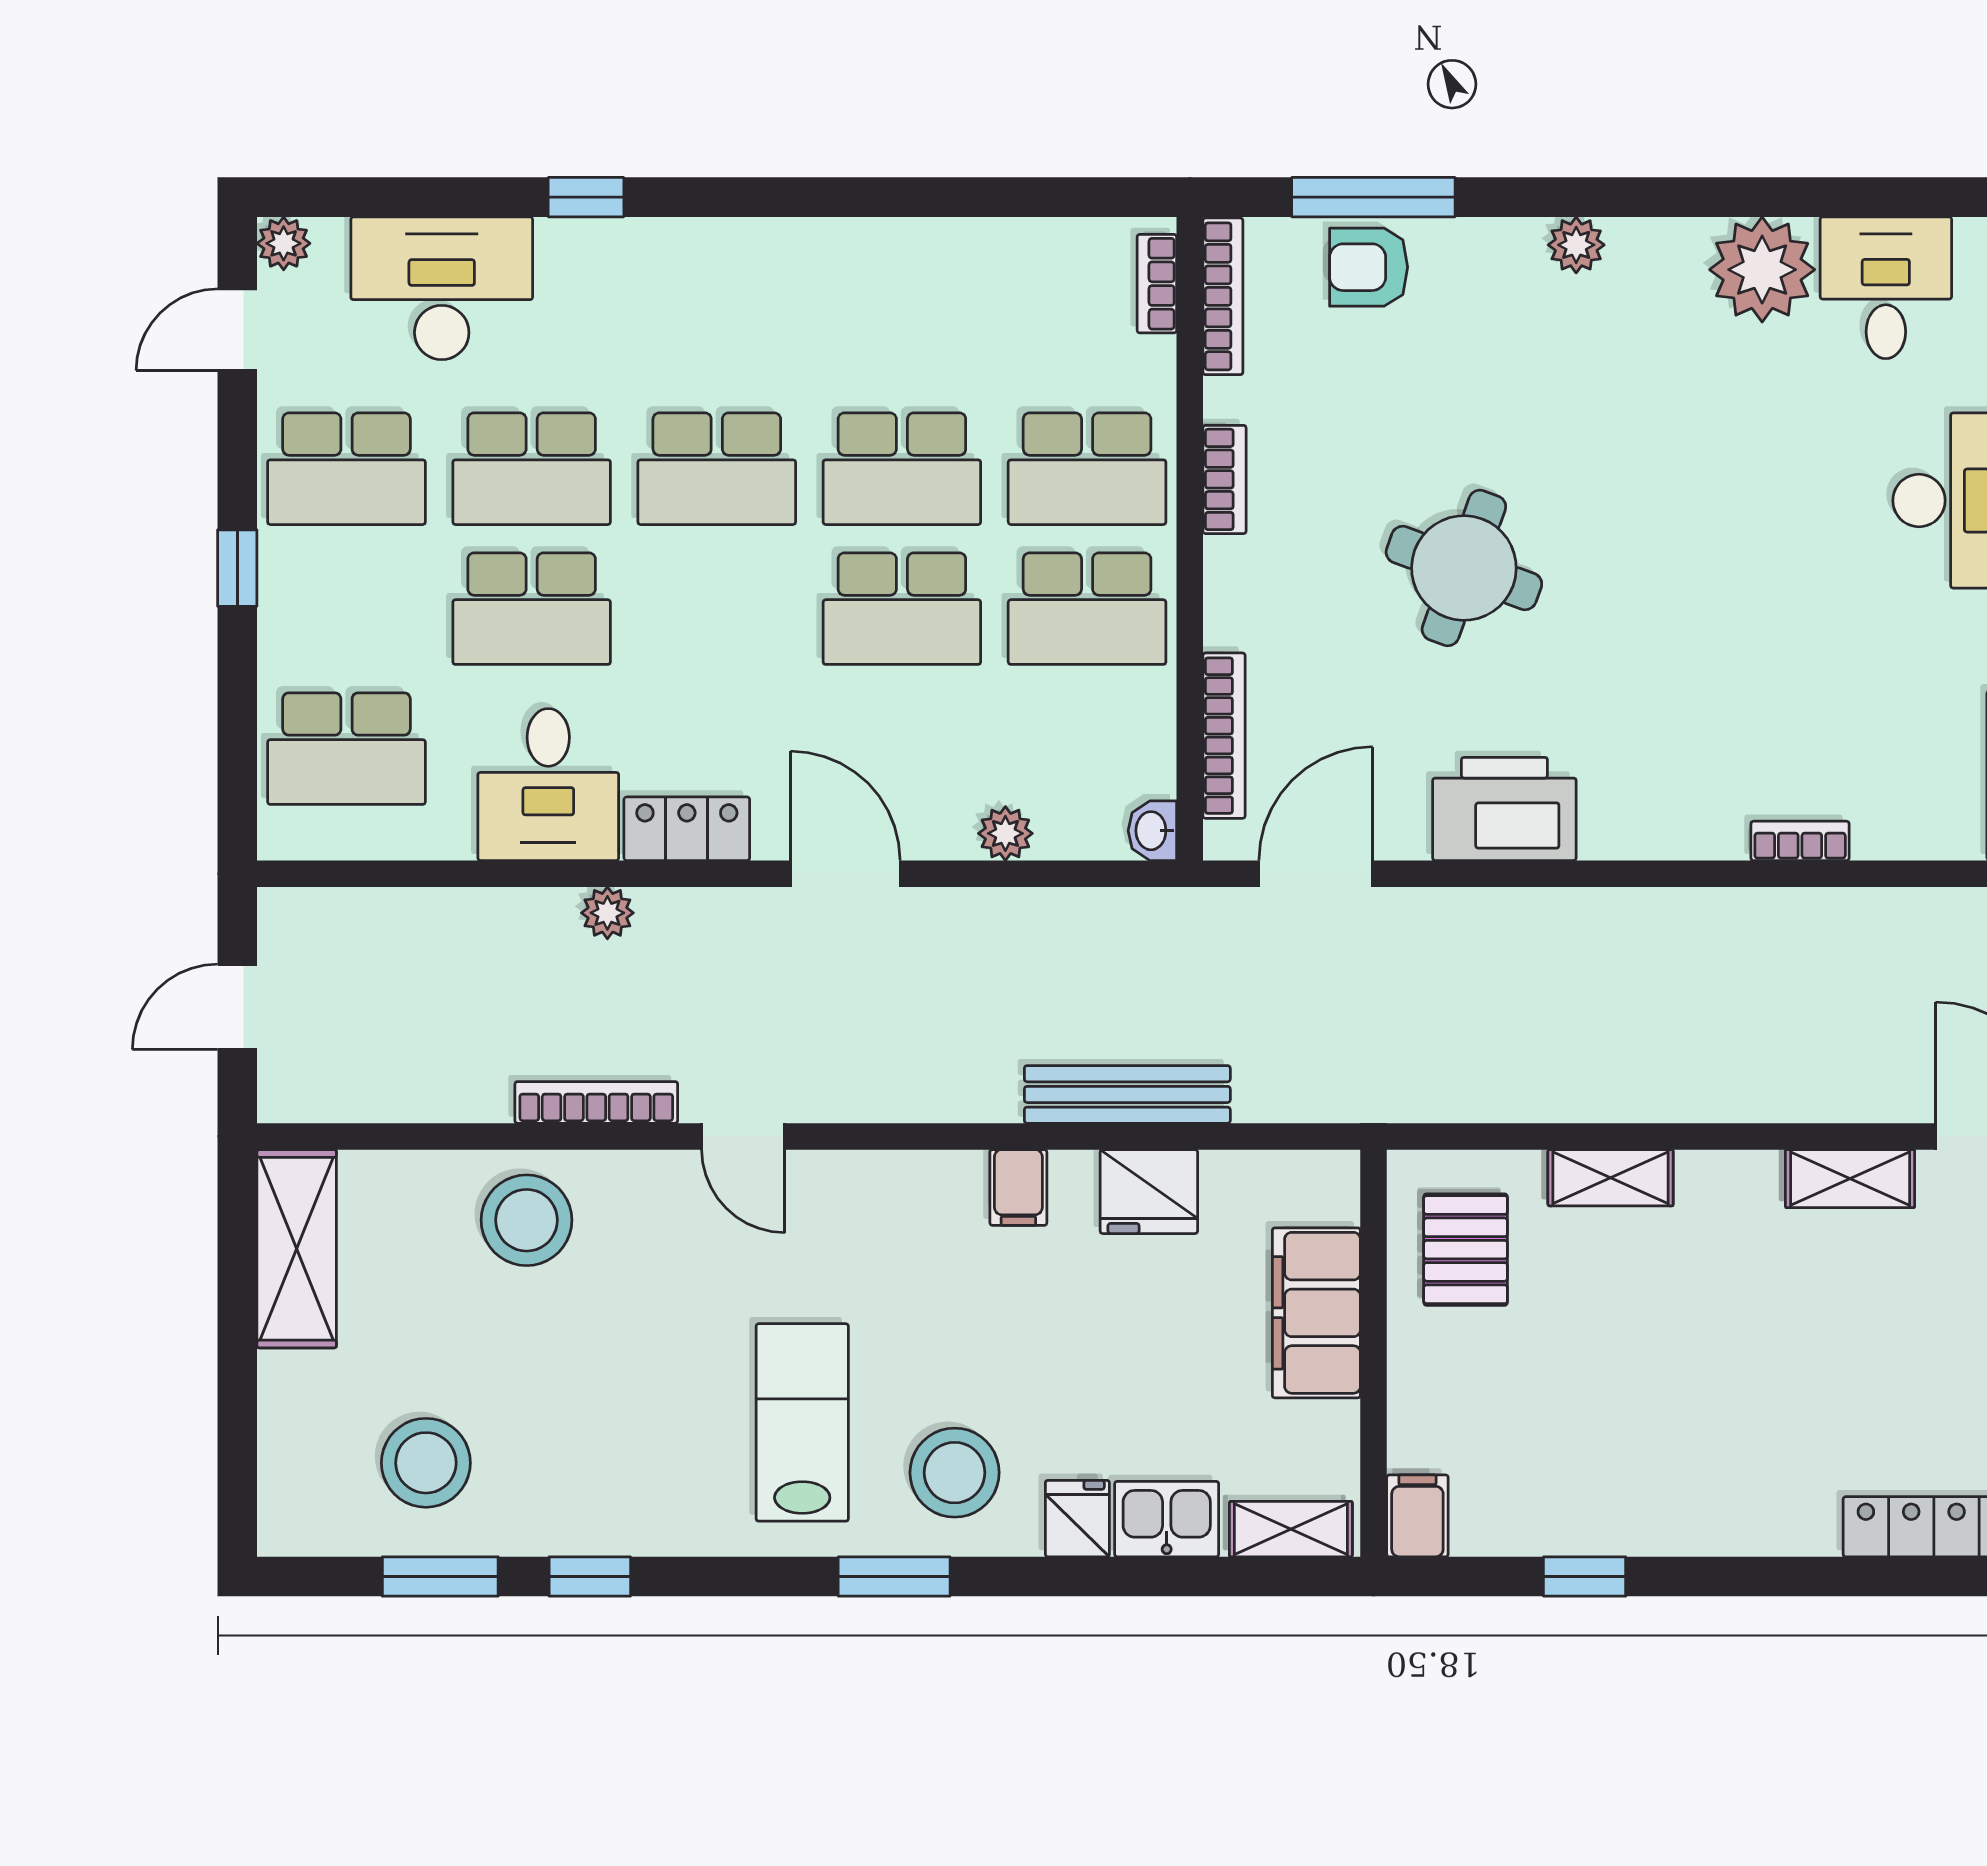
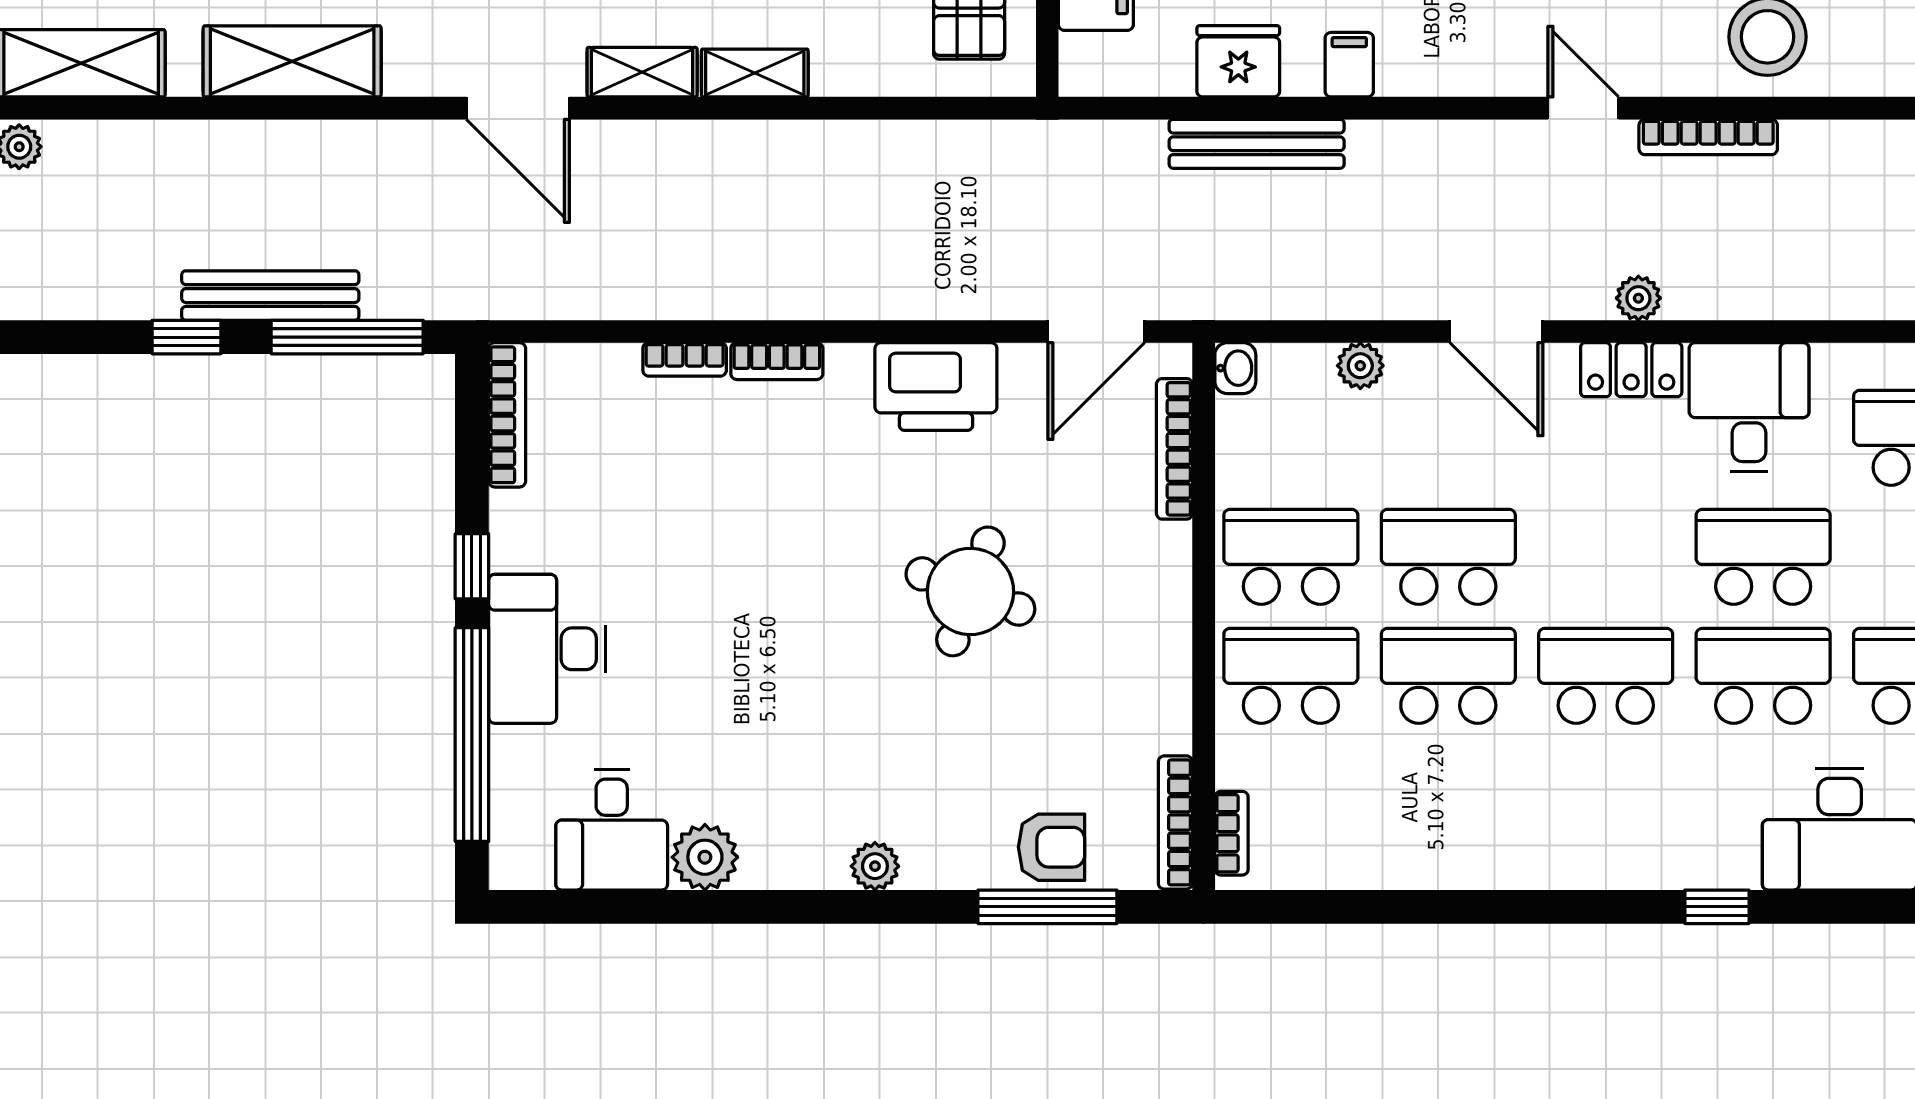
plant: (1762, 270) -> (705, 857), width x0.73, depth x0.73
bookcase: (1224, 479) -> (777, 361), moved, turned -90
plant: (607, 913) -> (1638, 298), moved
shelving: (1611, 1178) -> (755, 73), moved

